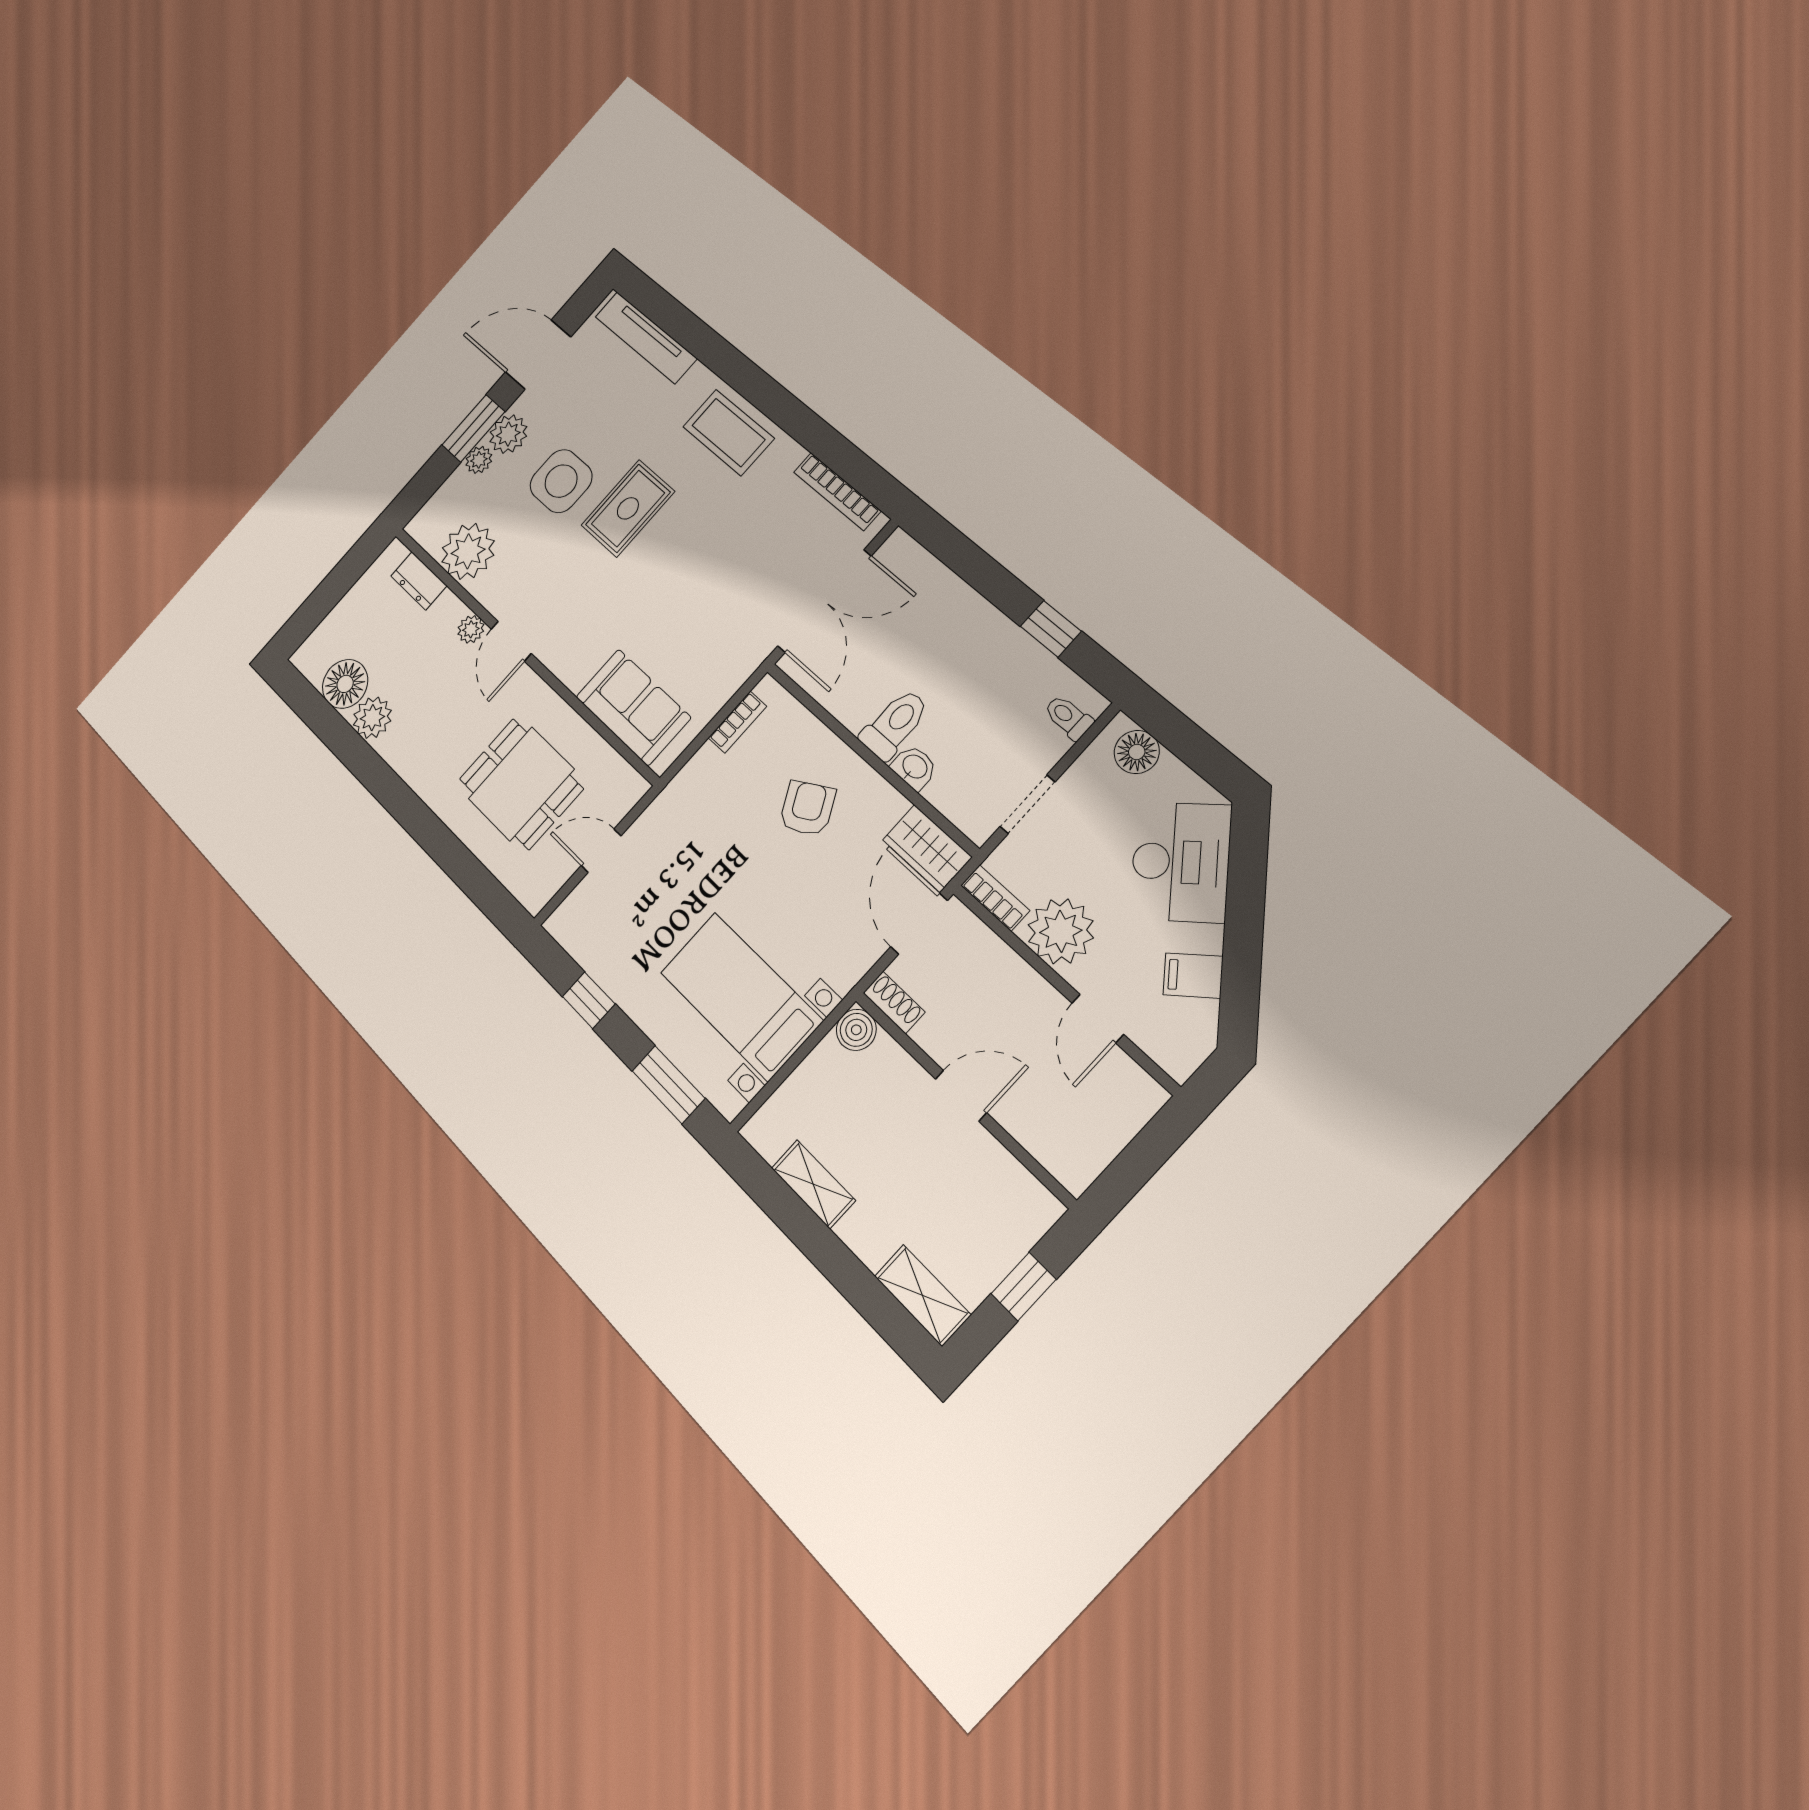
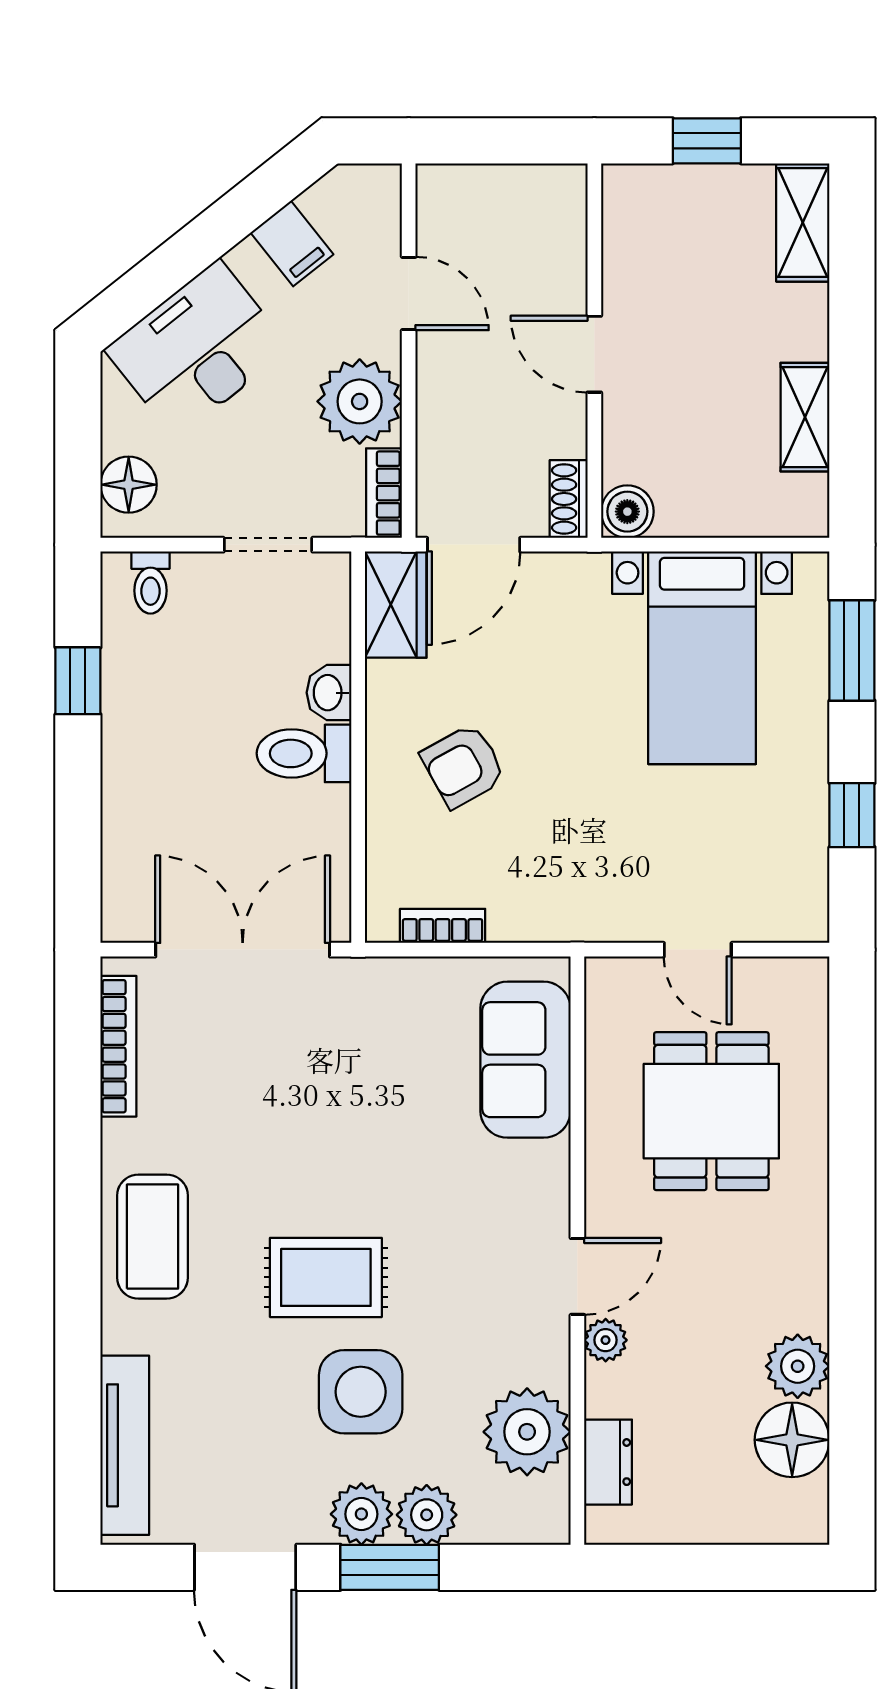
plant: (479, 460) -> (427, 1515), width x1.38, depth x1.38
door: (1098, 1019) -> (409, 293), hinge flipped

